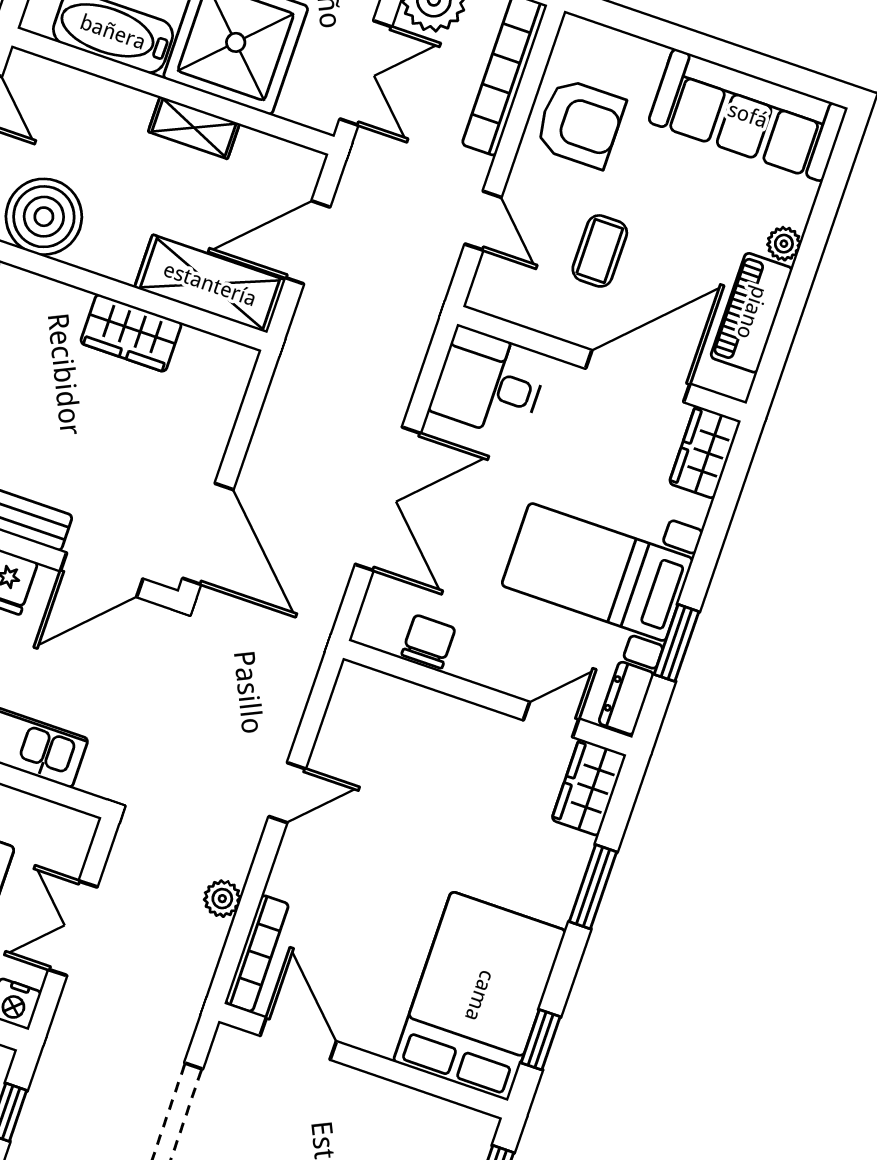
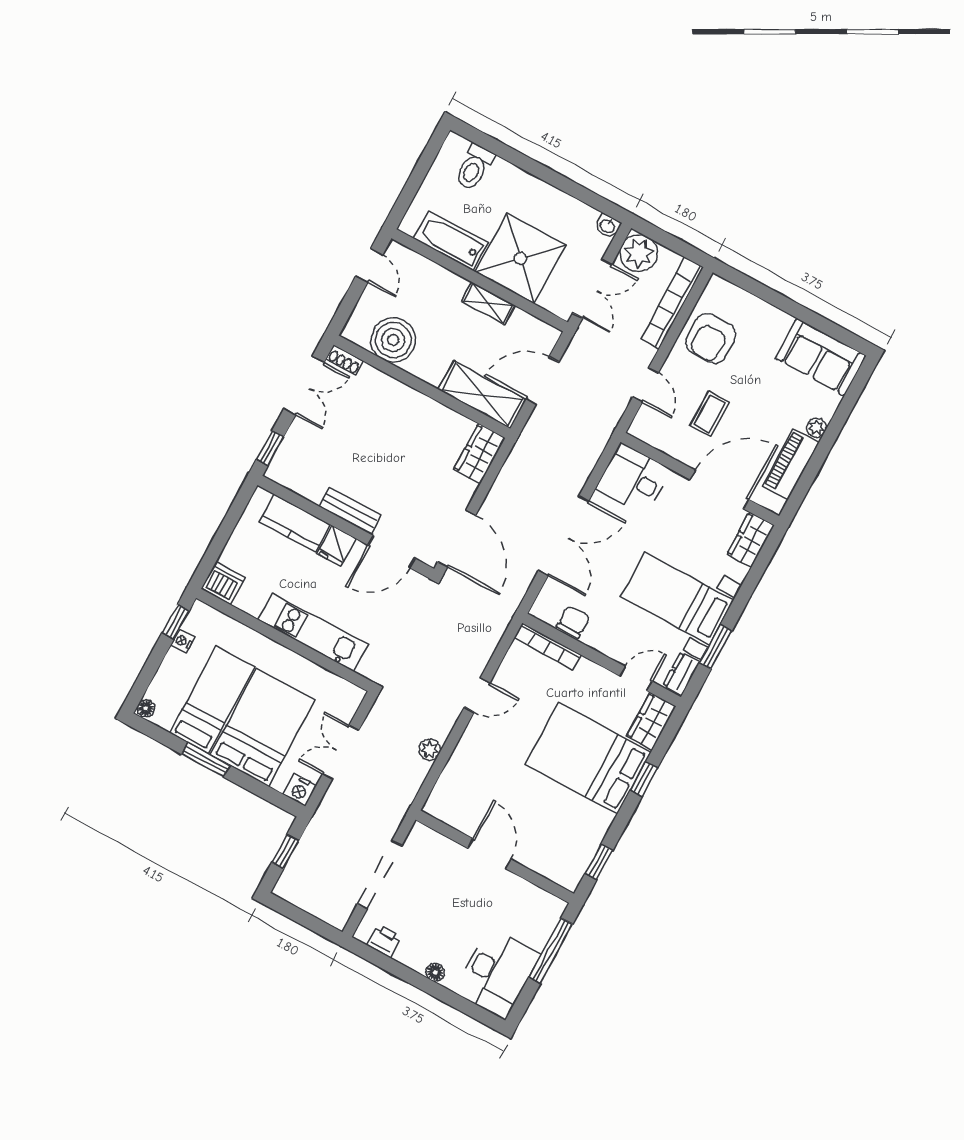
sofa: (748, 115) -> (821, 357), width x0.73
armchair: (580, 123) -> (711, 338), turned 90
wardrobe: (131, 333) -> (479, 454), moved, turned 90
window: (593, 887) -> (644, 779), width x0.67
bookcase: (257, 953) -> (548, 646), moved, turned 90
bed: (480, 996) -> (588, 758), moved, turned -90
door: (298, 1039) -> (489, 854), moved

